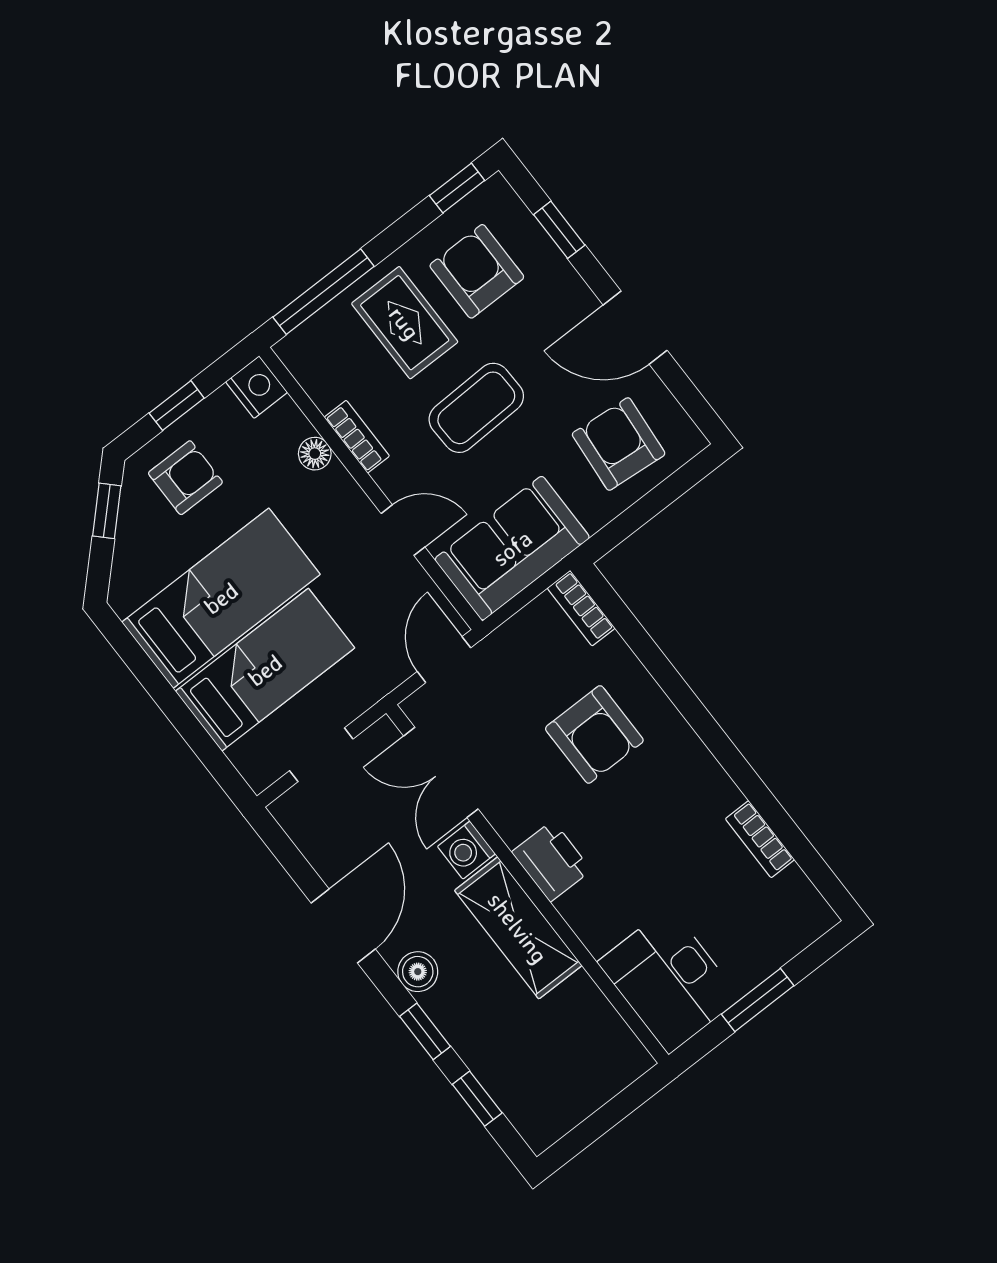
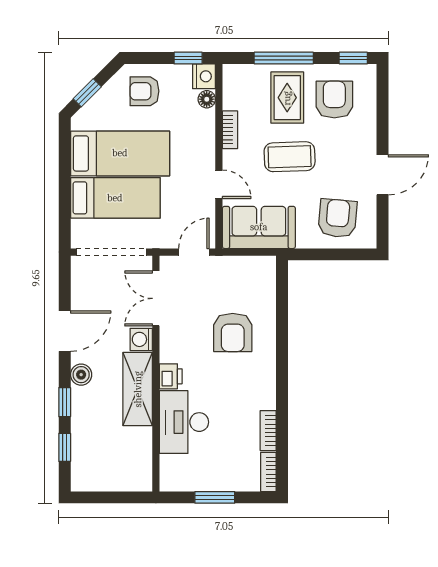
window: (559, 230) -> (383, 109), removed
window: (323, 292) -> (284, 58), moved
door: (635, 328) -> (383, 175), swing flipped
window: (177, 406) -> (188, 58), moved
floor lamp: (315, 454) -> (207, 99), moved
armchair: (185, 478) -> (145, 91), turned 180
window: (107, 511) -> (87, 93), moved
bookcase: (581, 608) -> (268, 472), moved
doorway: (321, 755) -> (111, 252), width x1.87
printer: (552, 861) -> (171, 376), width x0.73, depth x0.81
desk: (669, 980) -> (184, 422), moved

